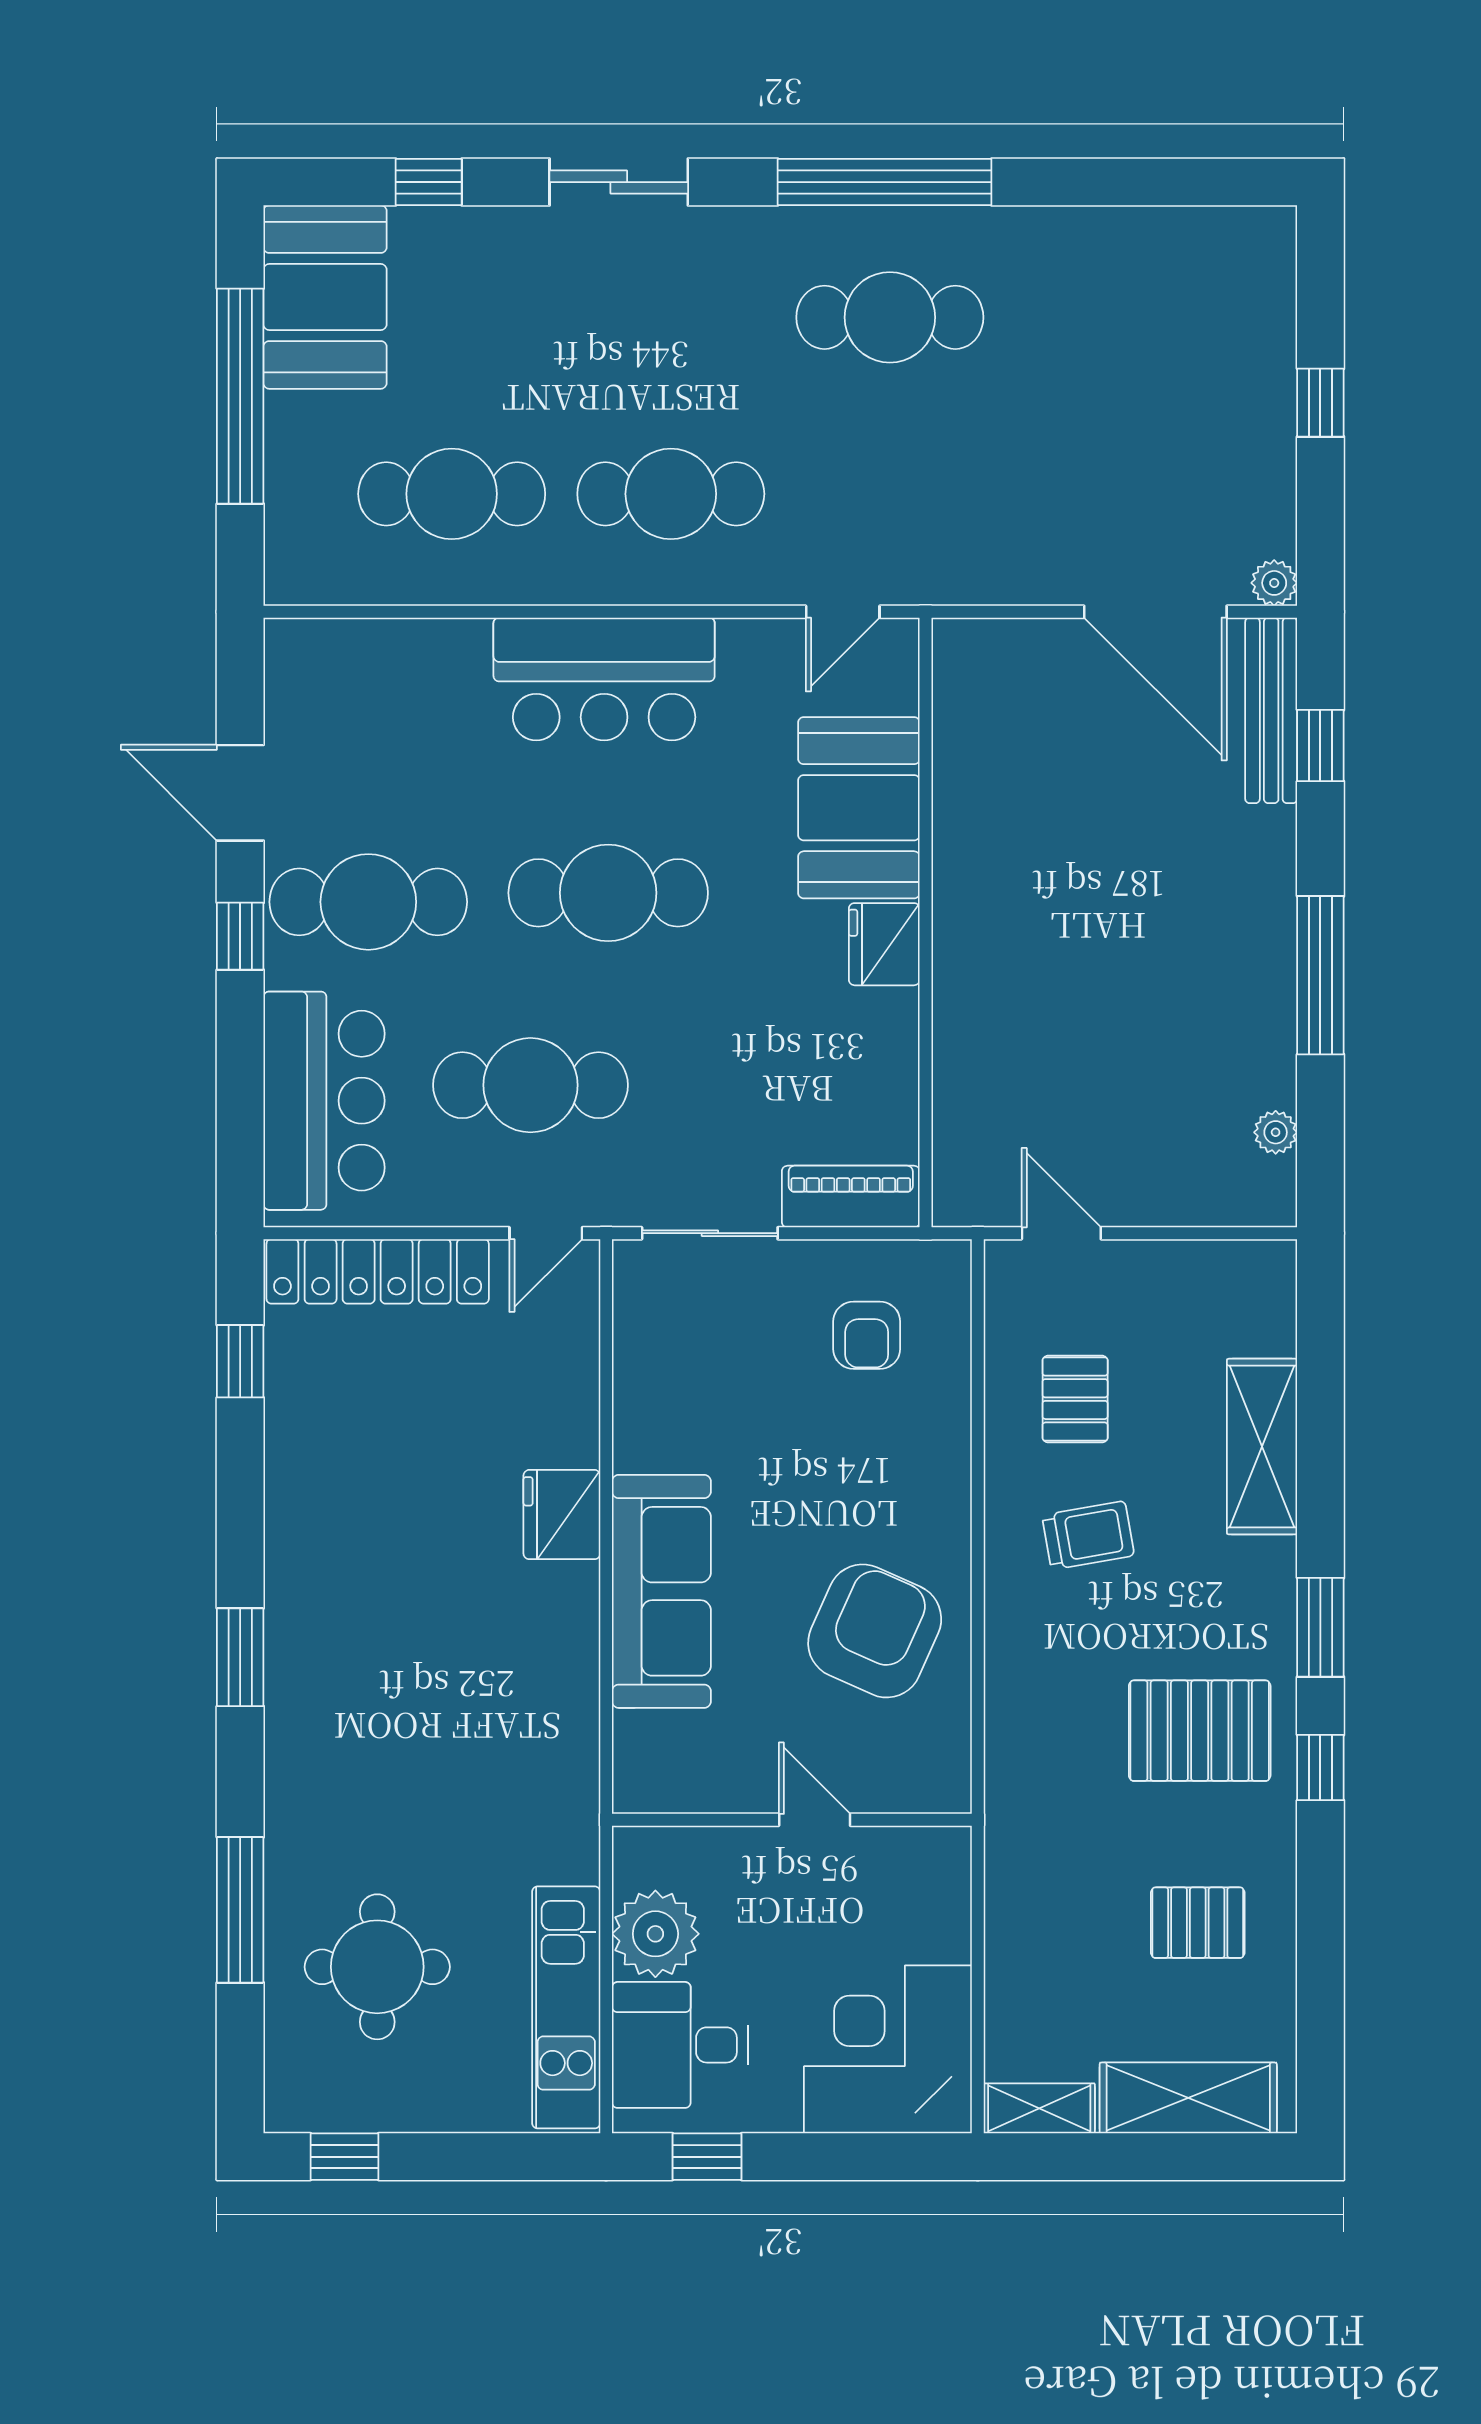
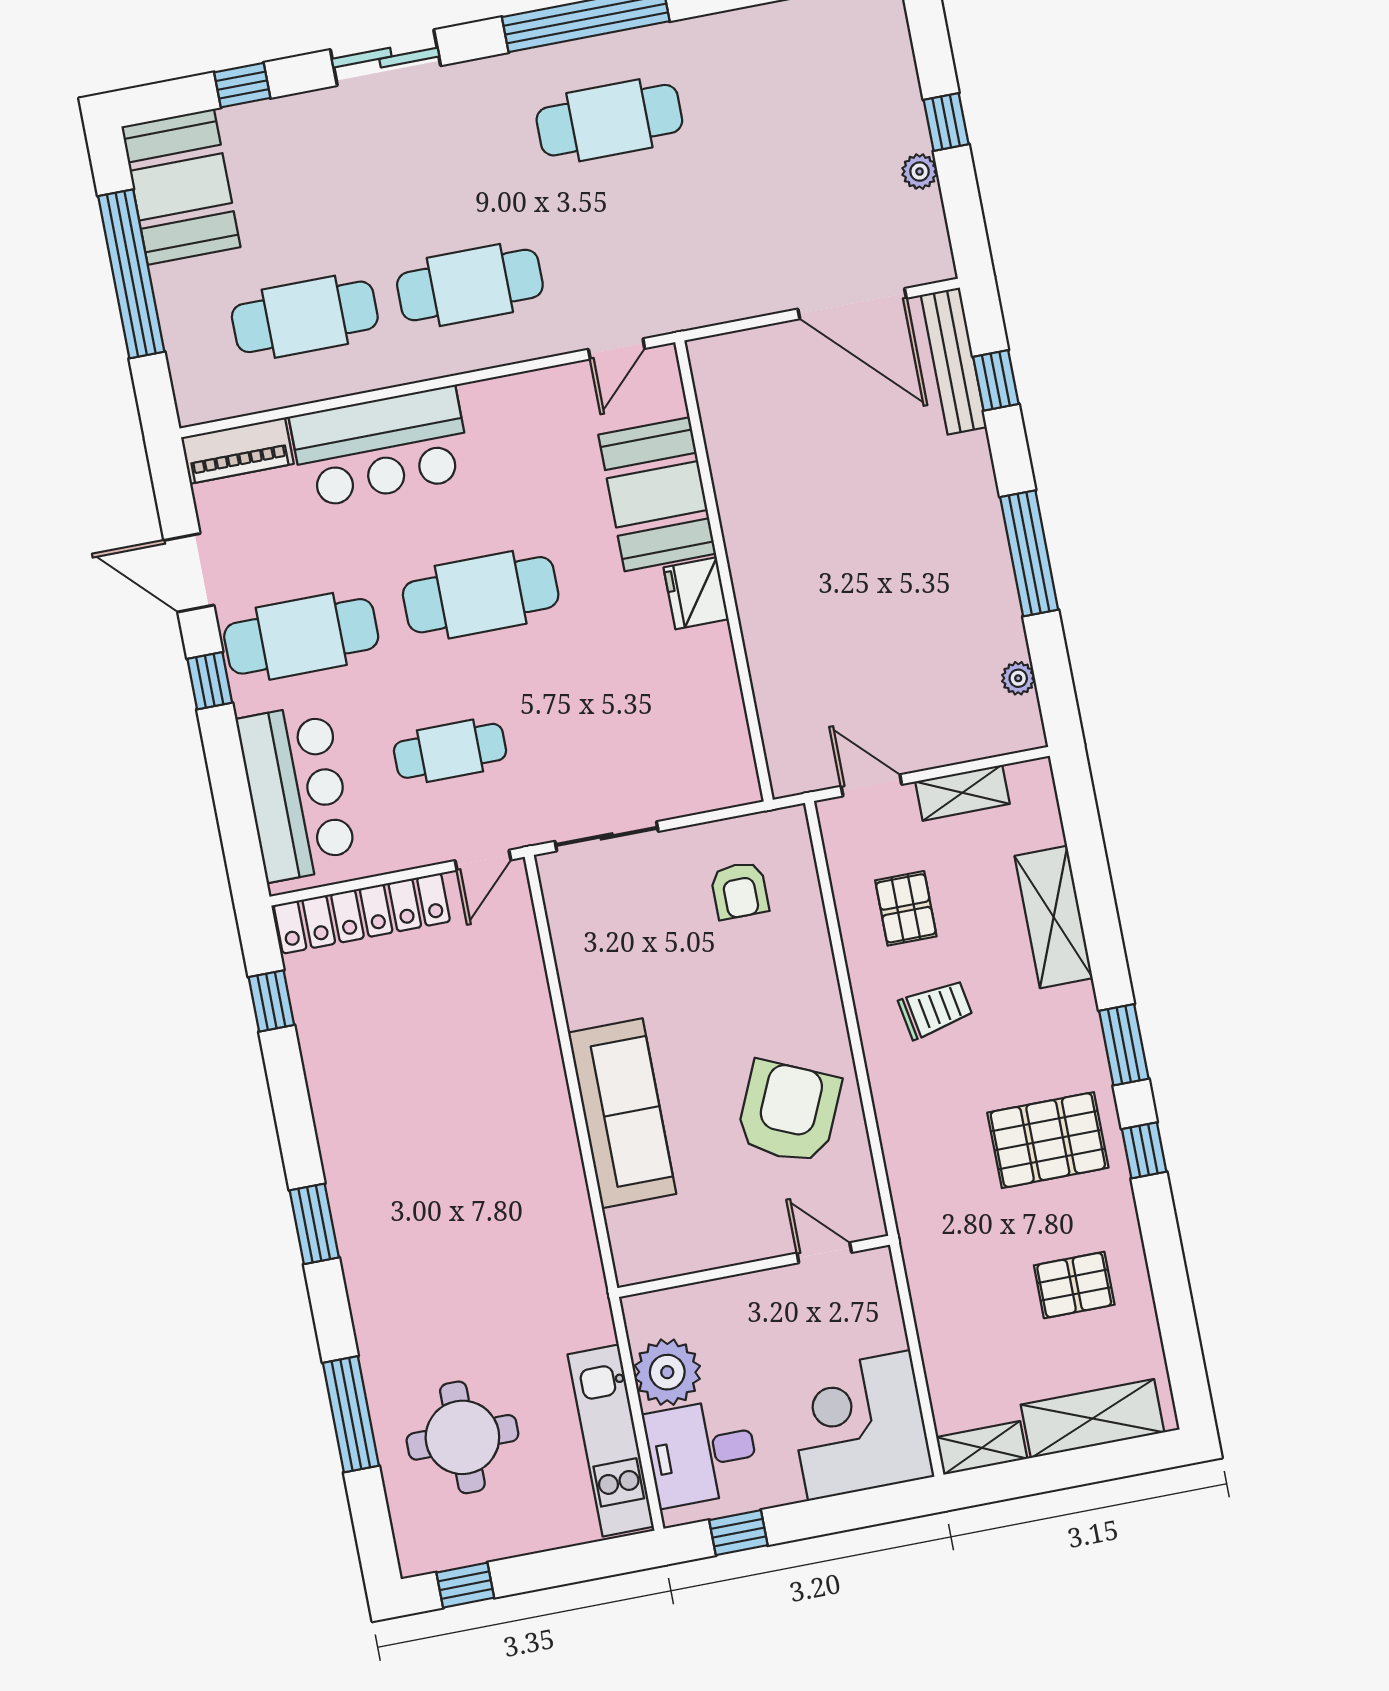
plant: (1274, 583) -> (920, 172), moved
bar counter: (604, 679) -> (381, 447), moved
cafe table: (530, 1085) -> (450, 751), width x0.73, depth x0.74
piano: (851, 1197) -> (237, 451), moved, turned 180
shelving: (1176, 1265) -> (962, 793), added
fridge: (562, 1515) -> (536, 1070), removed
door: (815, 1820) -> (824, 1253), moved

